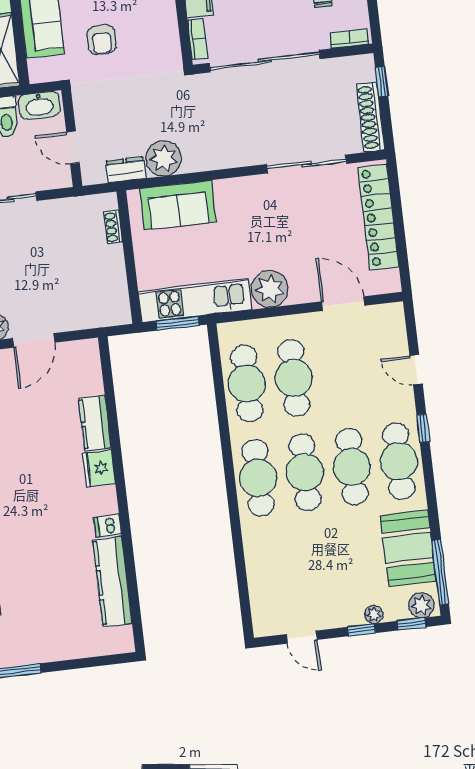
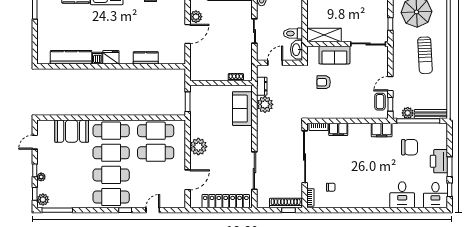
shoe rack: (371, 117) -> (286, 203), moved
kitchen unit: (195, 301) -> (197, 111), removed
door: (34, 340) -> (188, 34), swing flipped
fridge: (99, 468) -> (111, 57), moved
booth: (408, 548) -> (72, 131), moved

